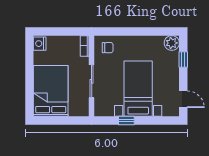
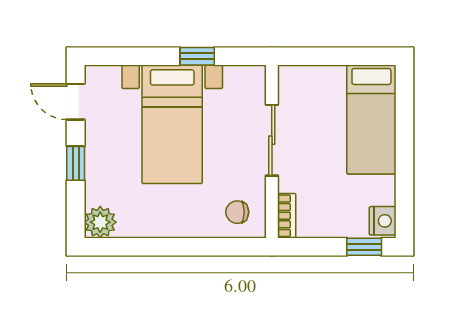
window: (48, 31) -> (364, 247), added
window: (183, 59) -> (76, 163), moved
bed: (51, 91) -> (371, 120), width x0.67

